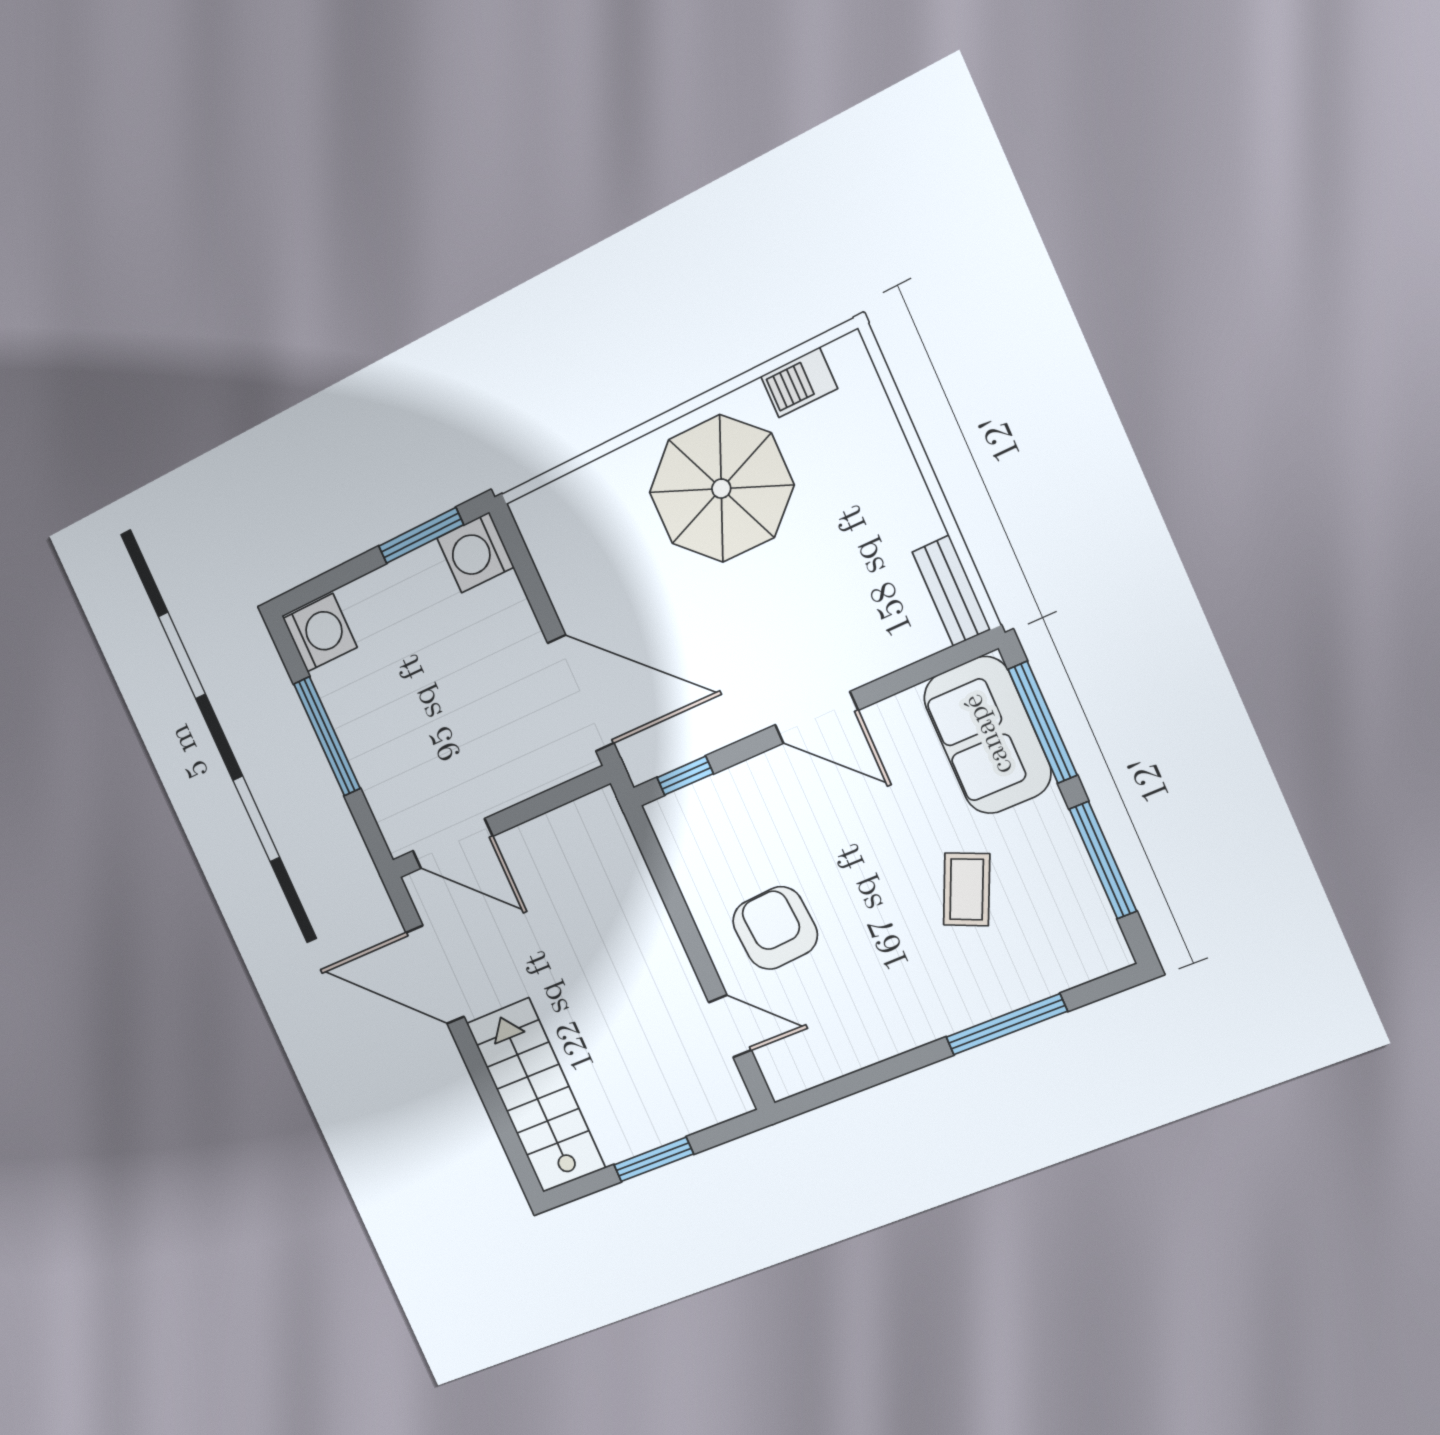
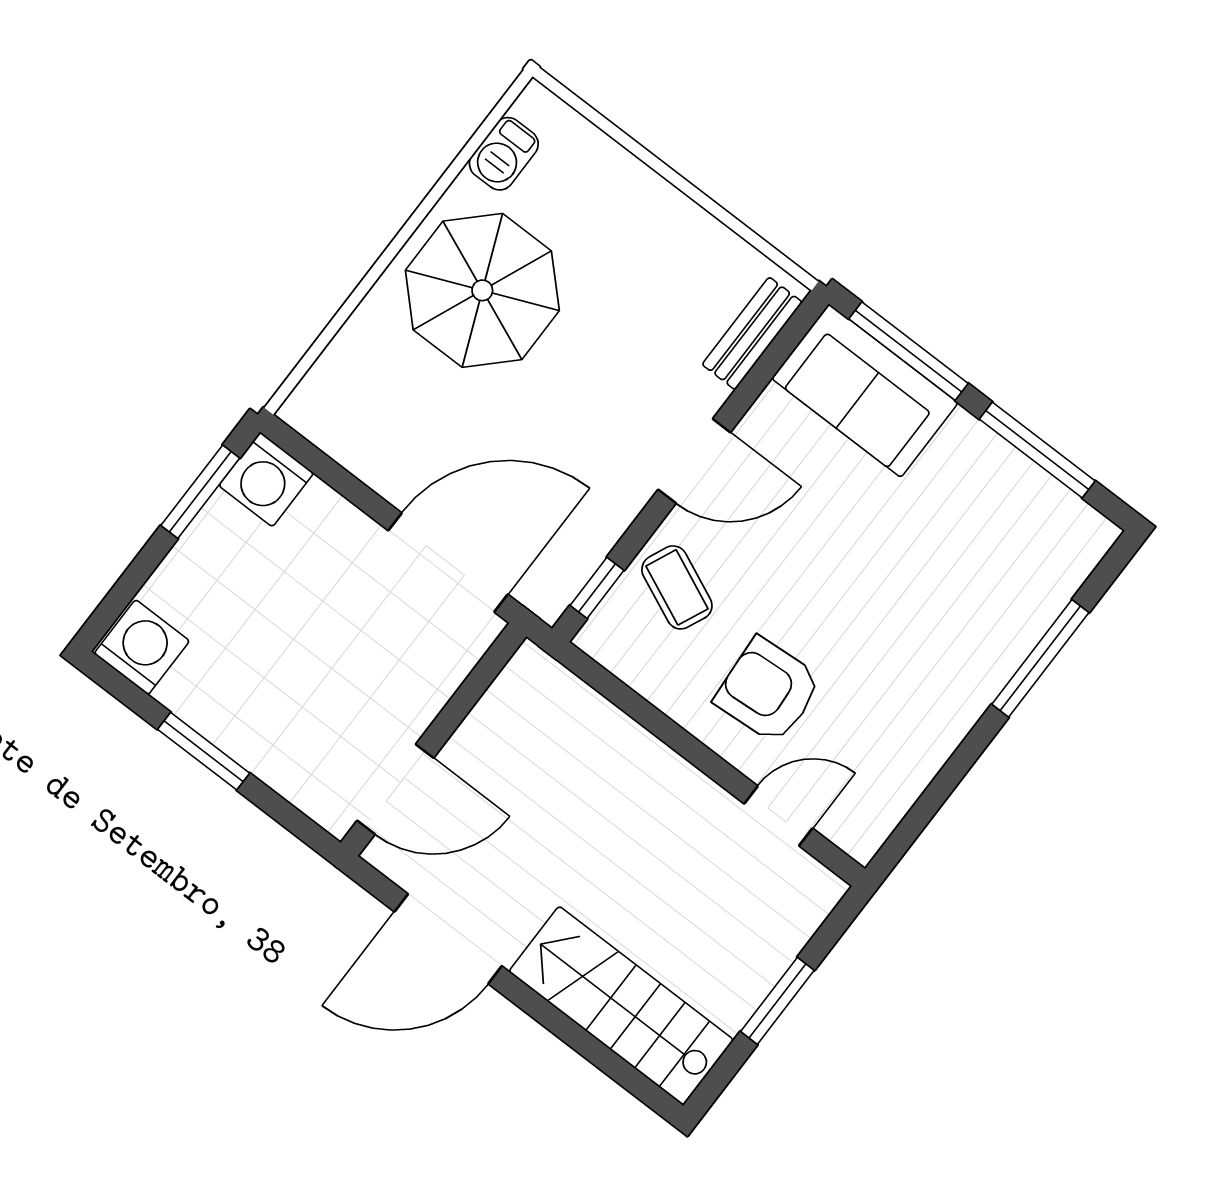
bench: (951, 591) -> (752, 333), moved, turned 90
window: (327, 736) -> (204, 751), width x0.69
coffee table: (967, 889) -> (677, 587), moved

